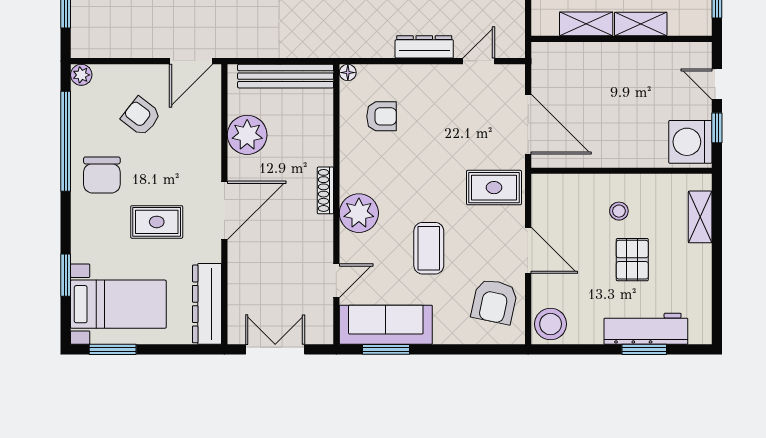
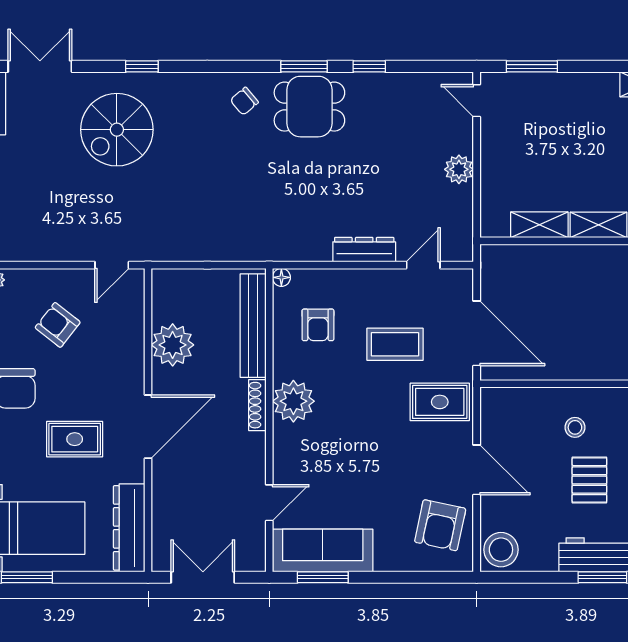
door: (191, 61) -> (112, 265), width x0.73
bench: (286, 76) -> (253, 326), moved, turned 90
armchair: (381, 116) -> (318, 325), turned 90
plant: (359, 213) -> (293, 401), moved
coffee table: (429, 248) -> (395, 344), moved, turned 90

